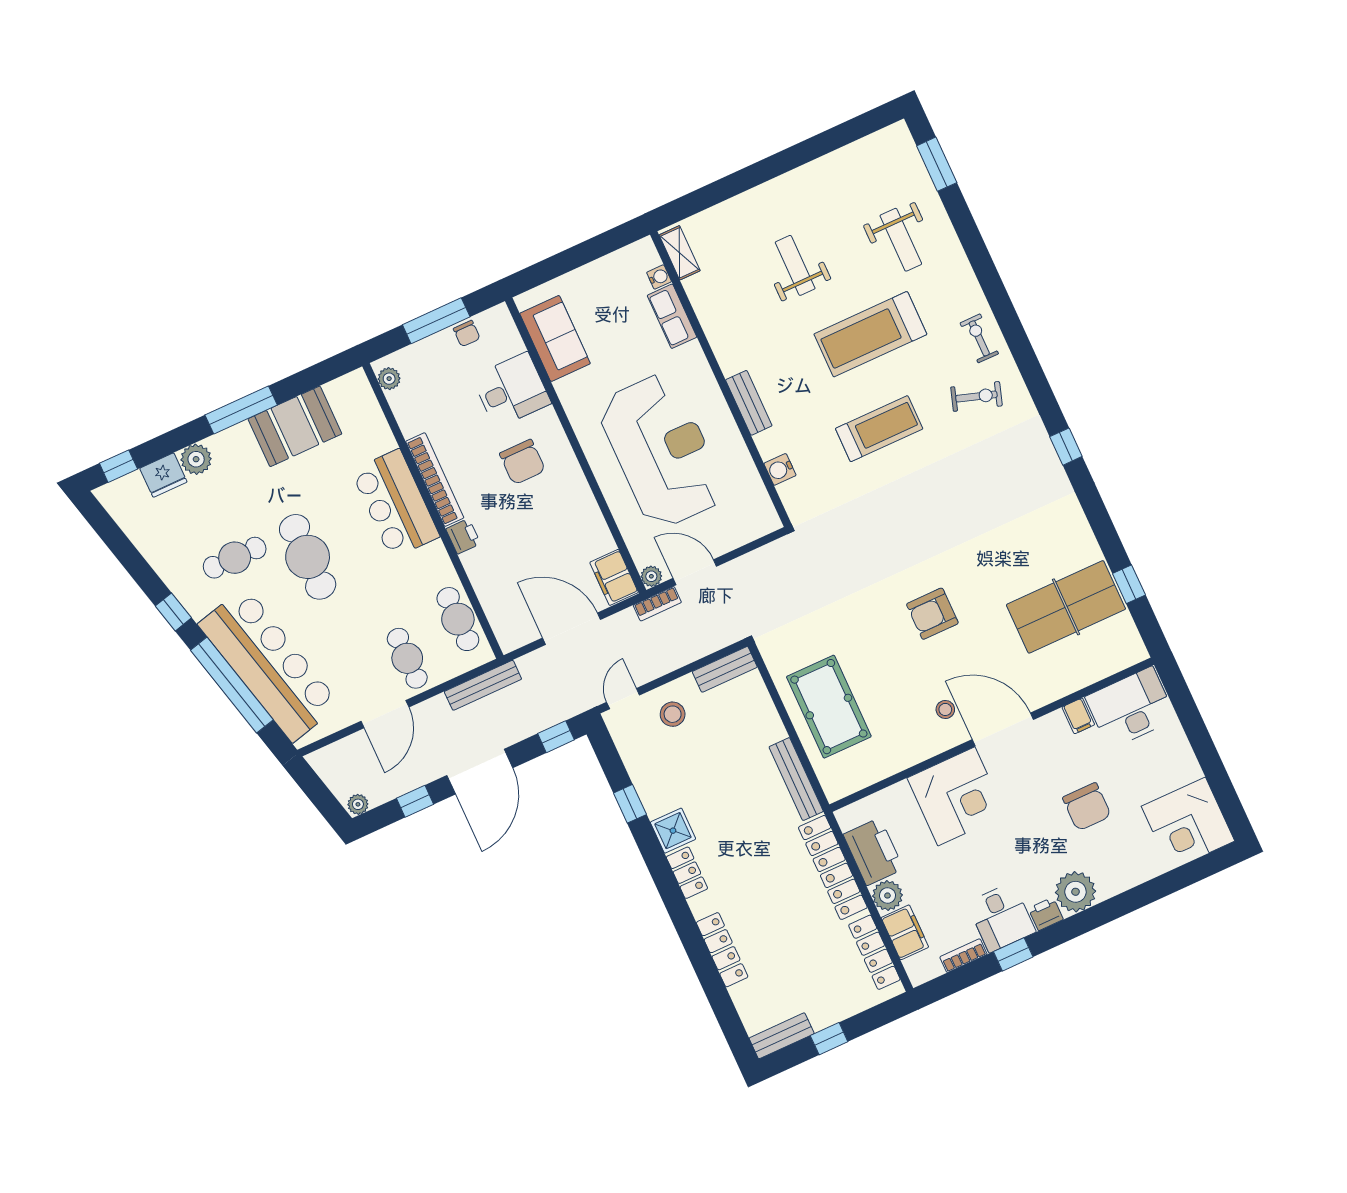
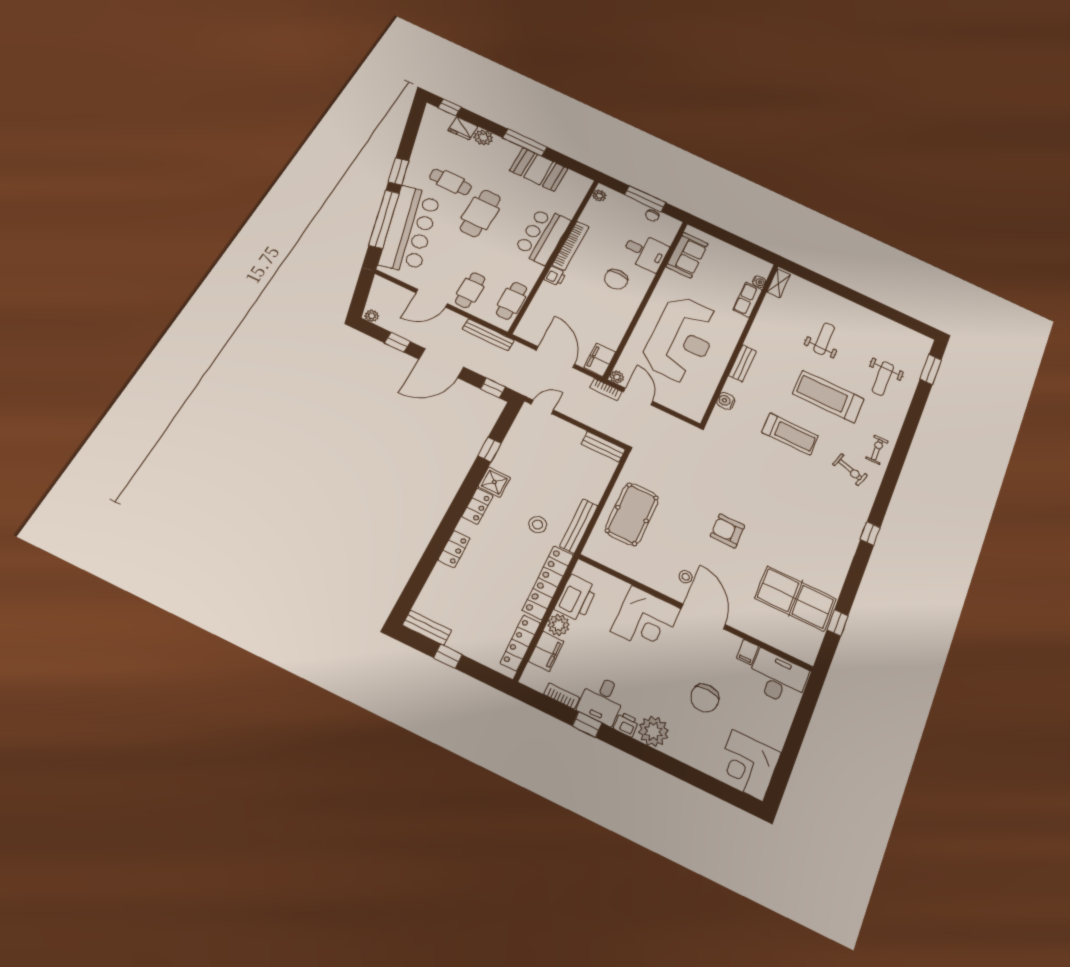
window: (173, 612) -> (399, 171), width x1.50
stool: (673, 714) -> (538, 525), moved
locker: (722, 950) -> (454, 549), width x0.66

